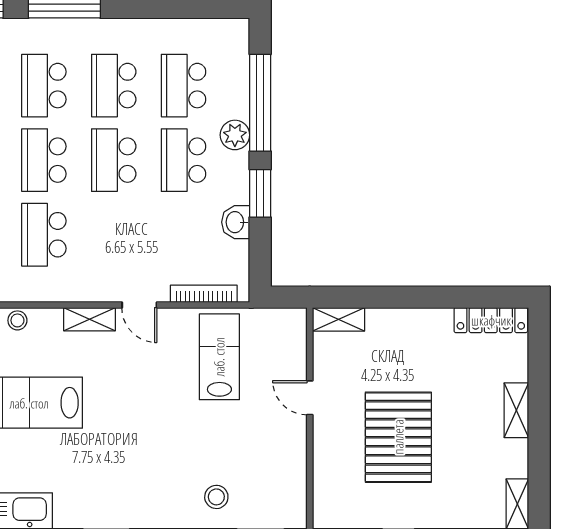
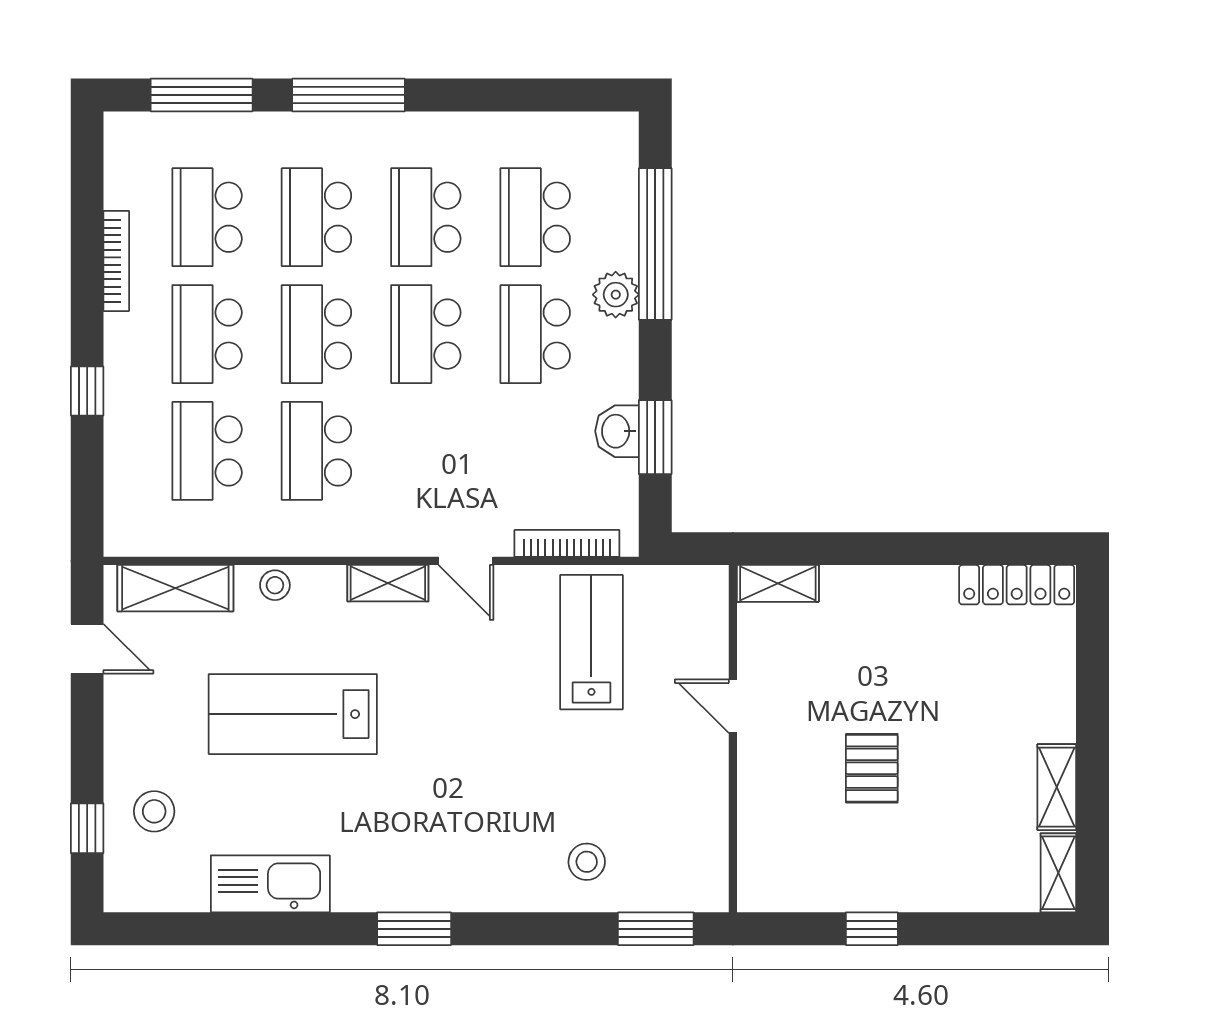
window: (260, 193) -> (655, 437), moved
shelving: (516, 410) -> (1057, 787), moved
pallet: (398, 437) -> (872, 768), width x0.49, depth x0.50

